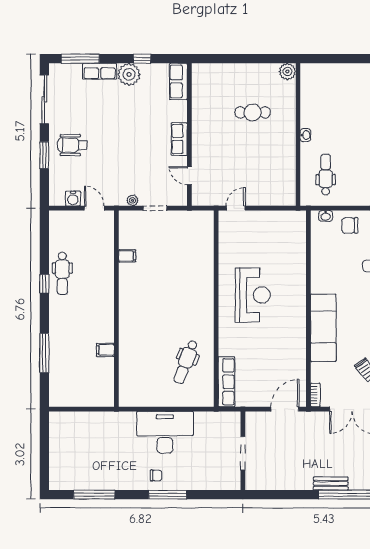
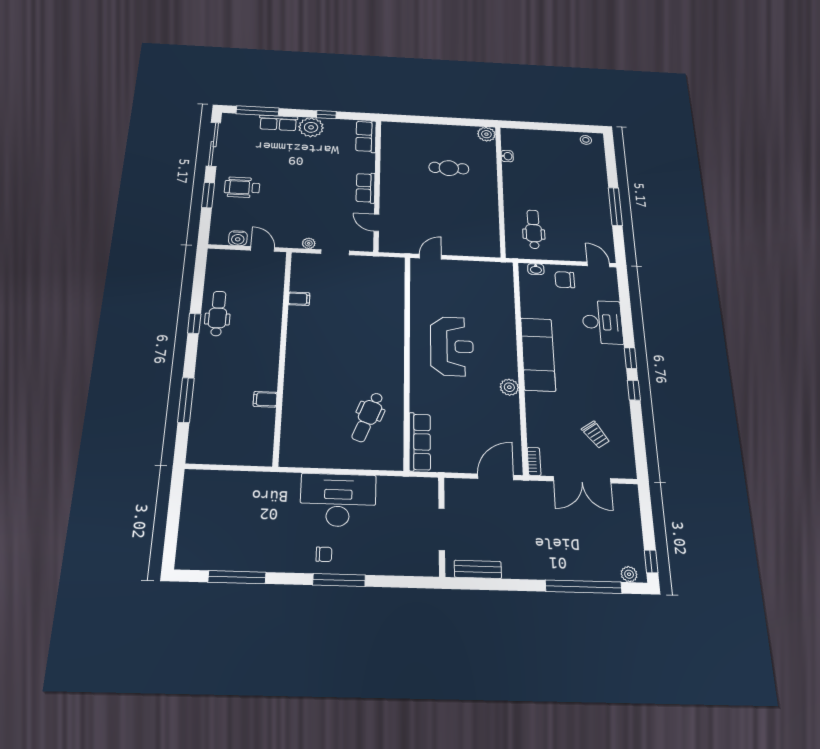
washbasin: (305, 135) -> (507, 156), moved
dental chair: (62, 273) -> (218, 313), turned 180
exam couch: (323, 328) -> (538, 354), moved
plant: (299, 331) -> (509, 387), added
bench: (331, 484) -> (478, 569), moved

